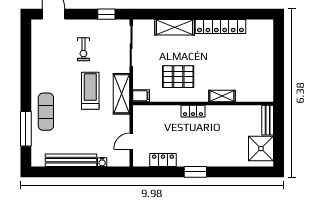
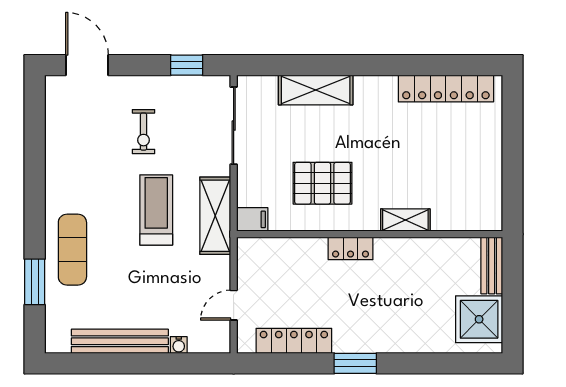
locker: (220, 26) -> (446, 88), moved
window: (26, 129) -> (35, 282), width x0.69
locker: (163, 160) -> (294, 341), width x1.53

